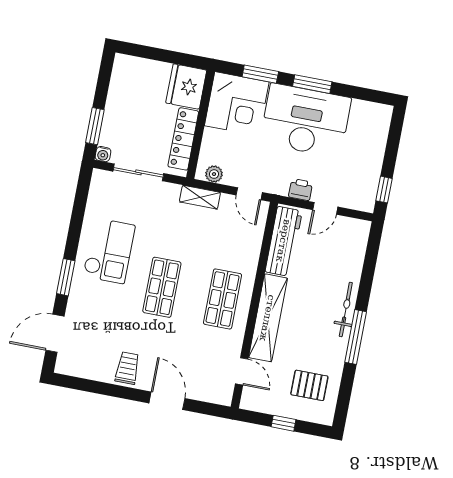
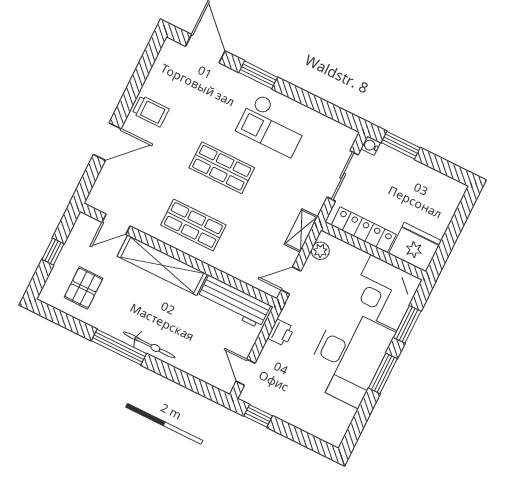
door: (325, 208) -> (246, 372), moved

